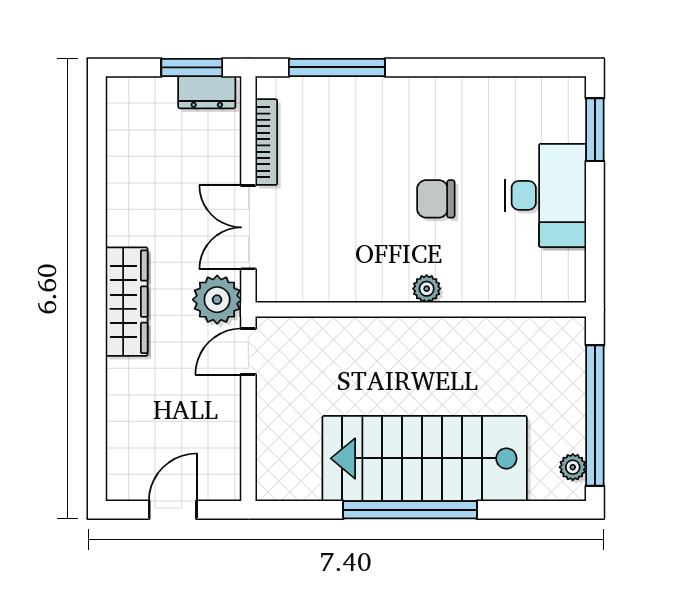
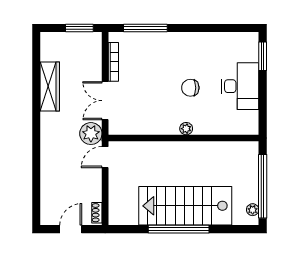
dresser: (207, 92) -> (86, 39), removed
wardrobe: (127, 302) -> (50, 87), moved
shoe rack: (230, 474) -> (97, 213), added

